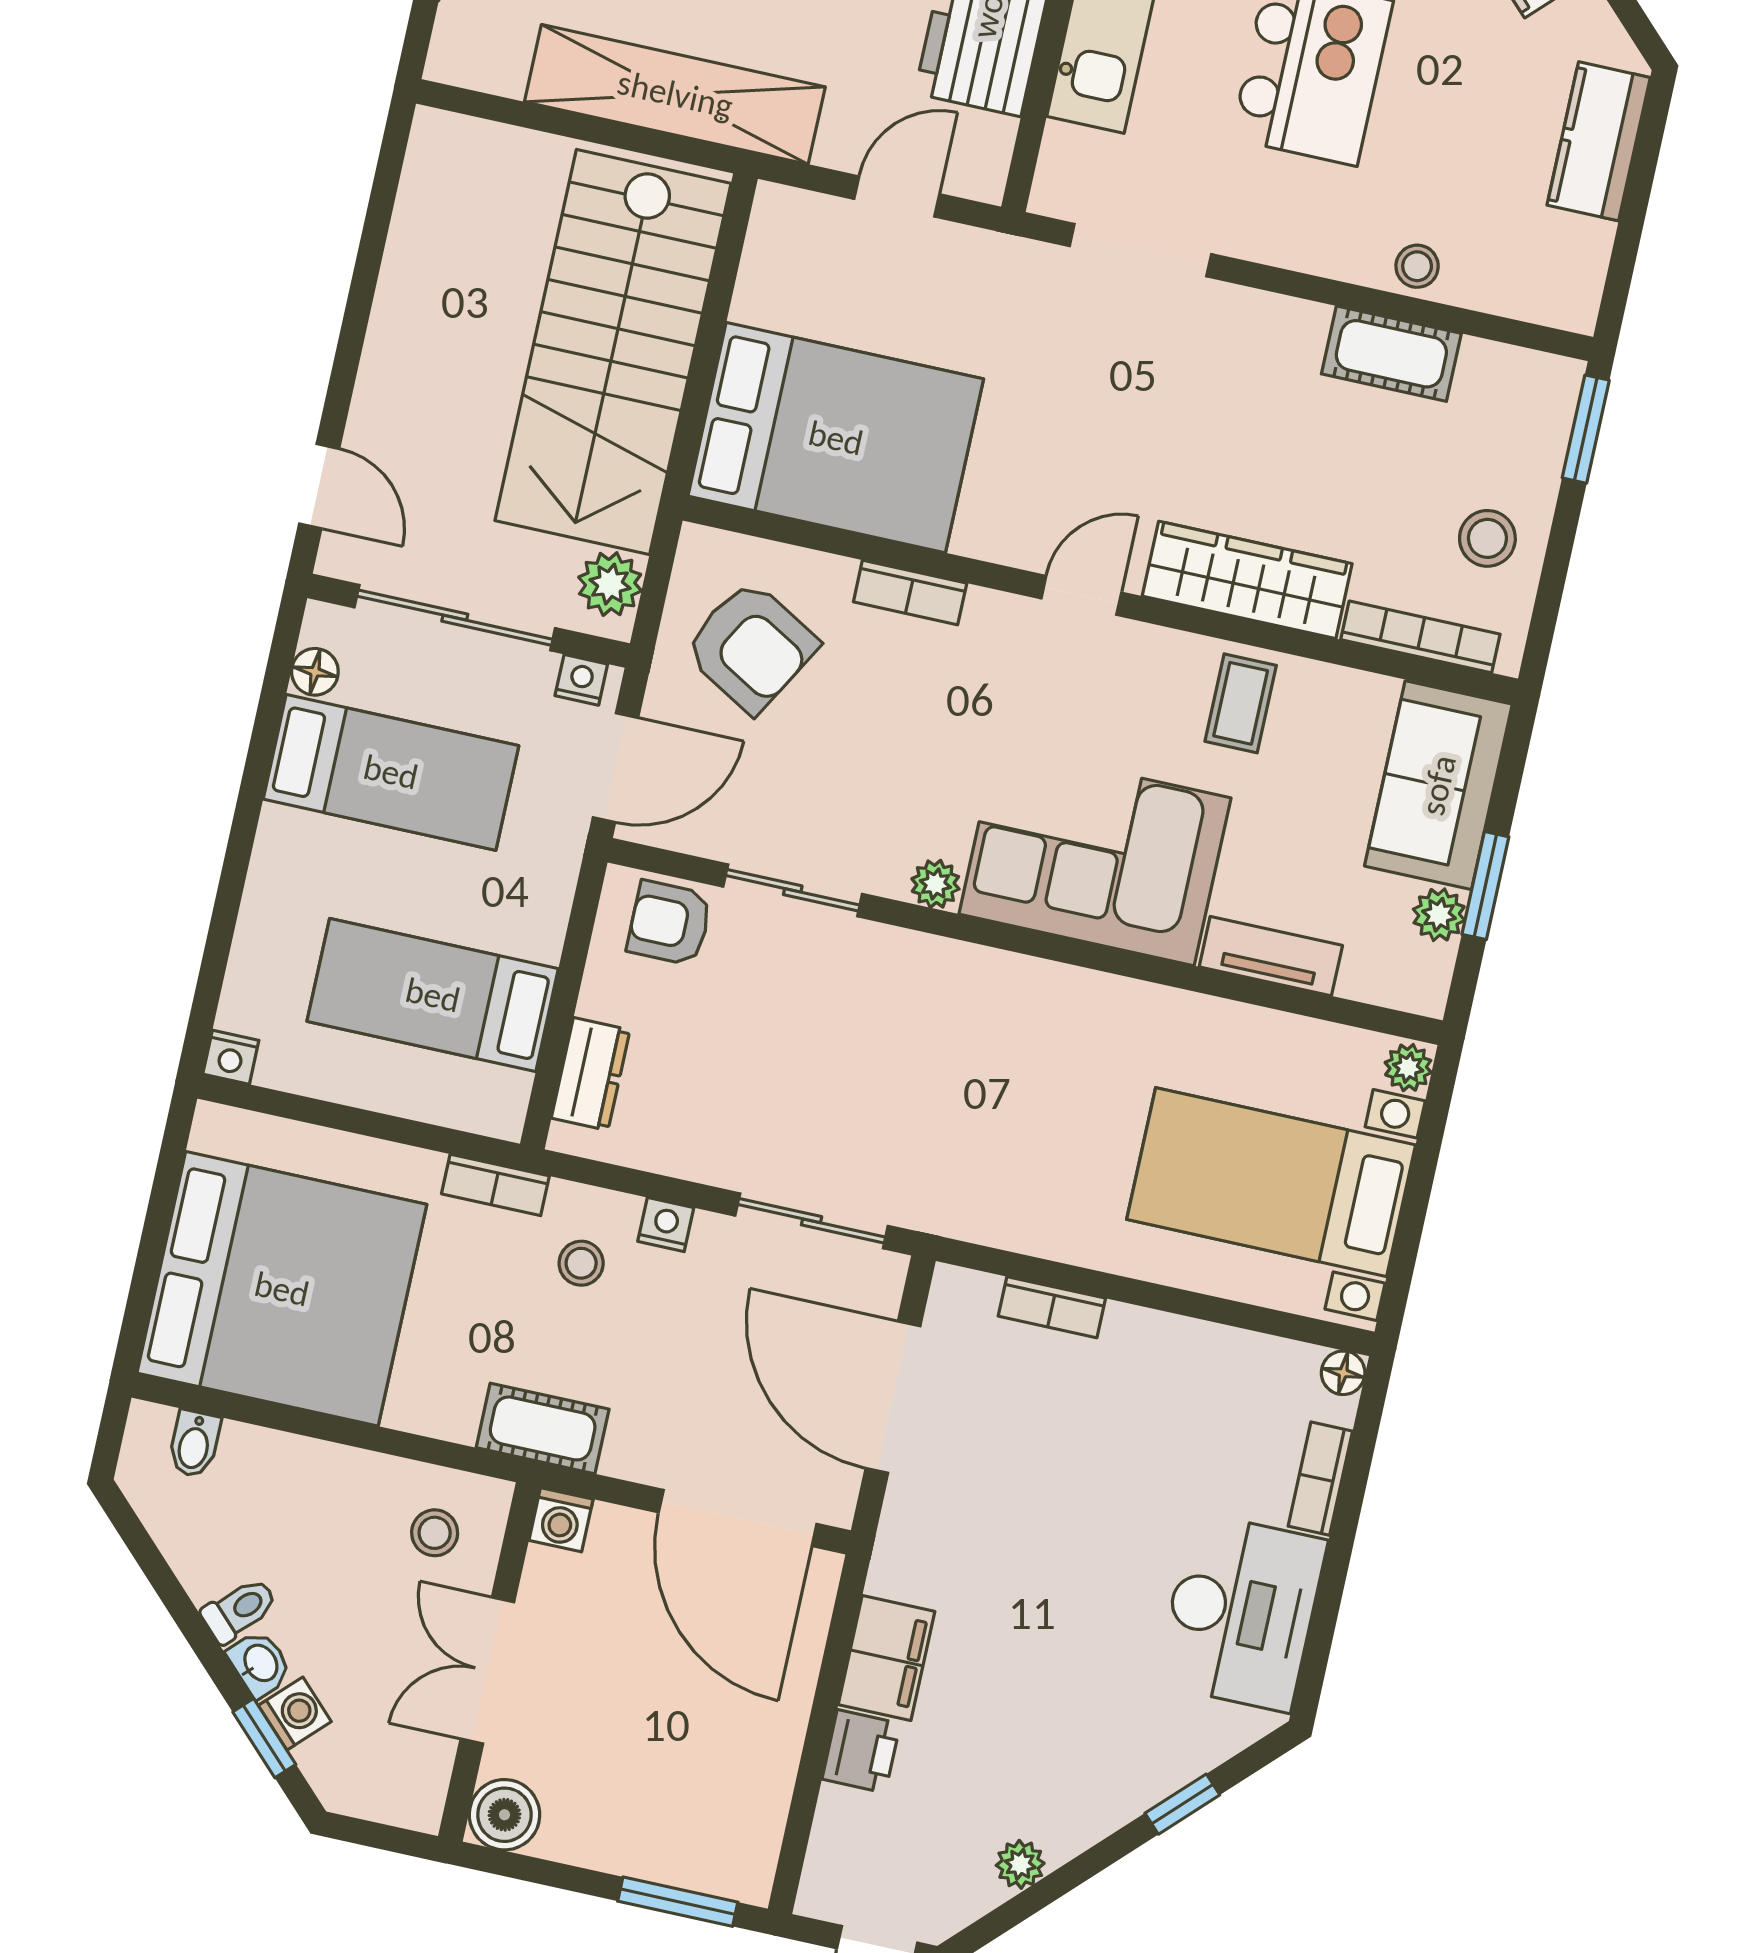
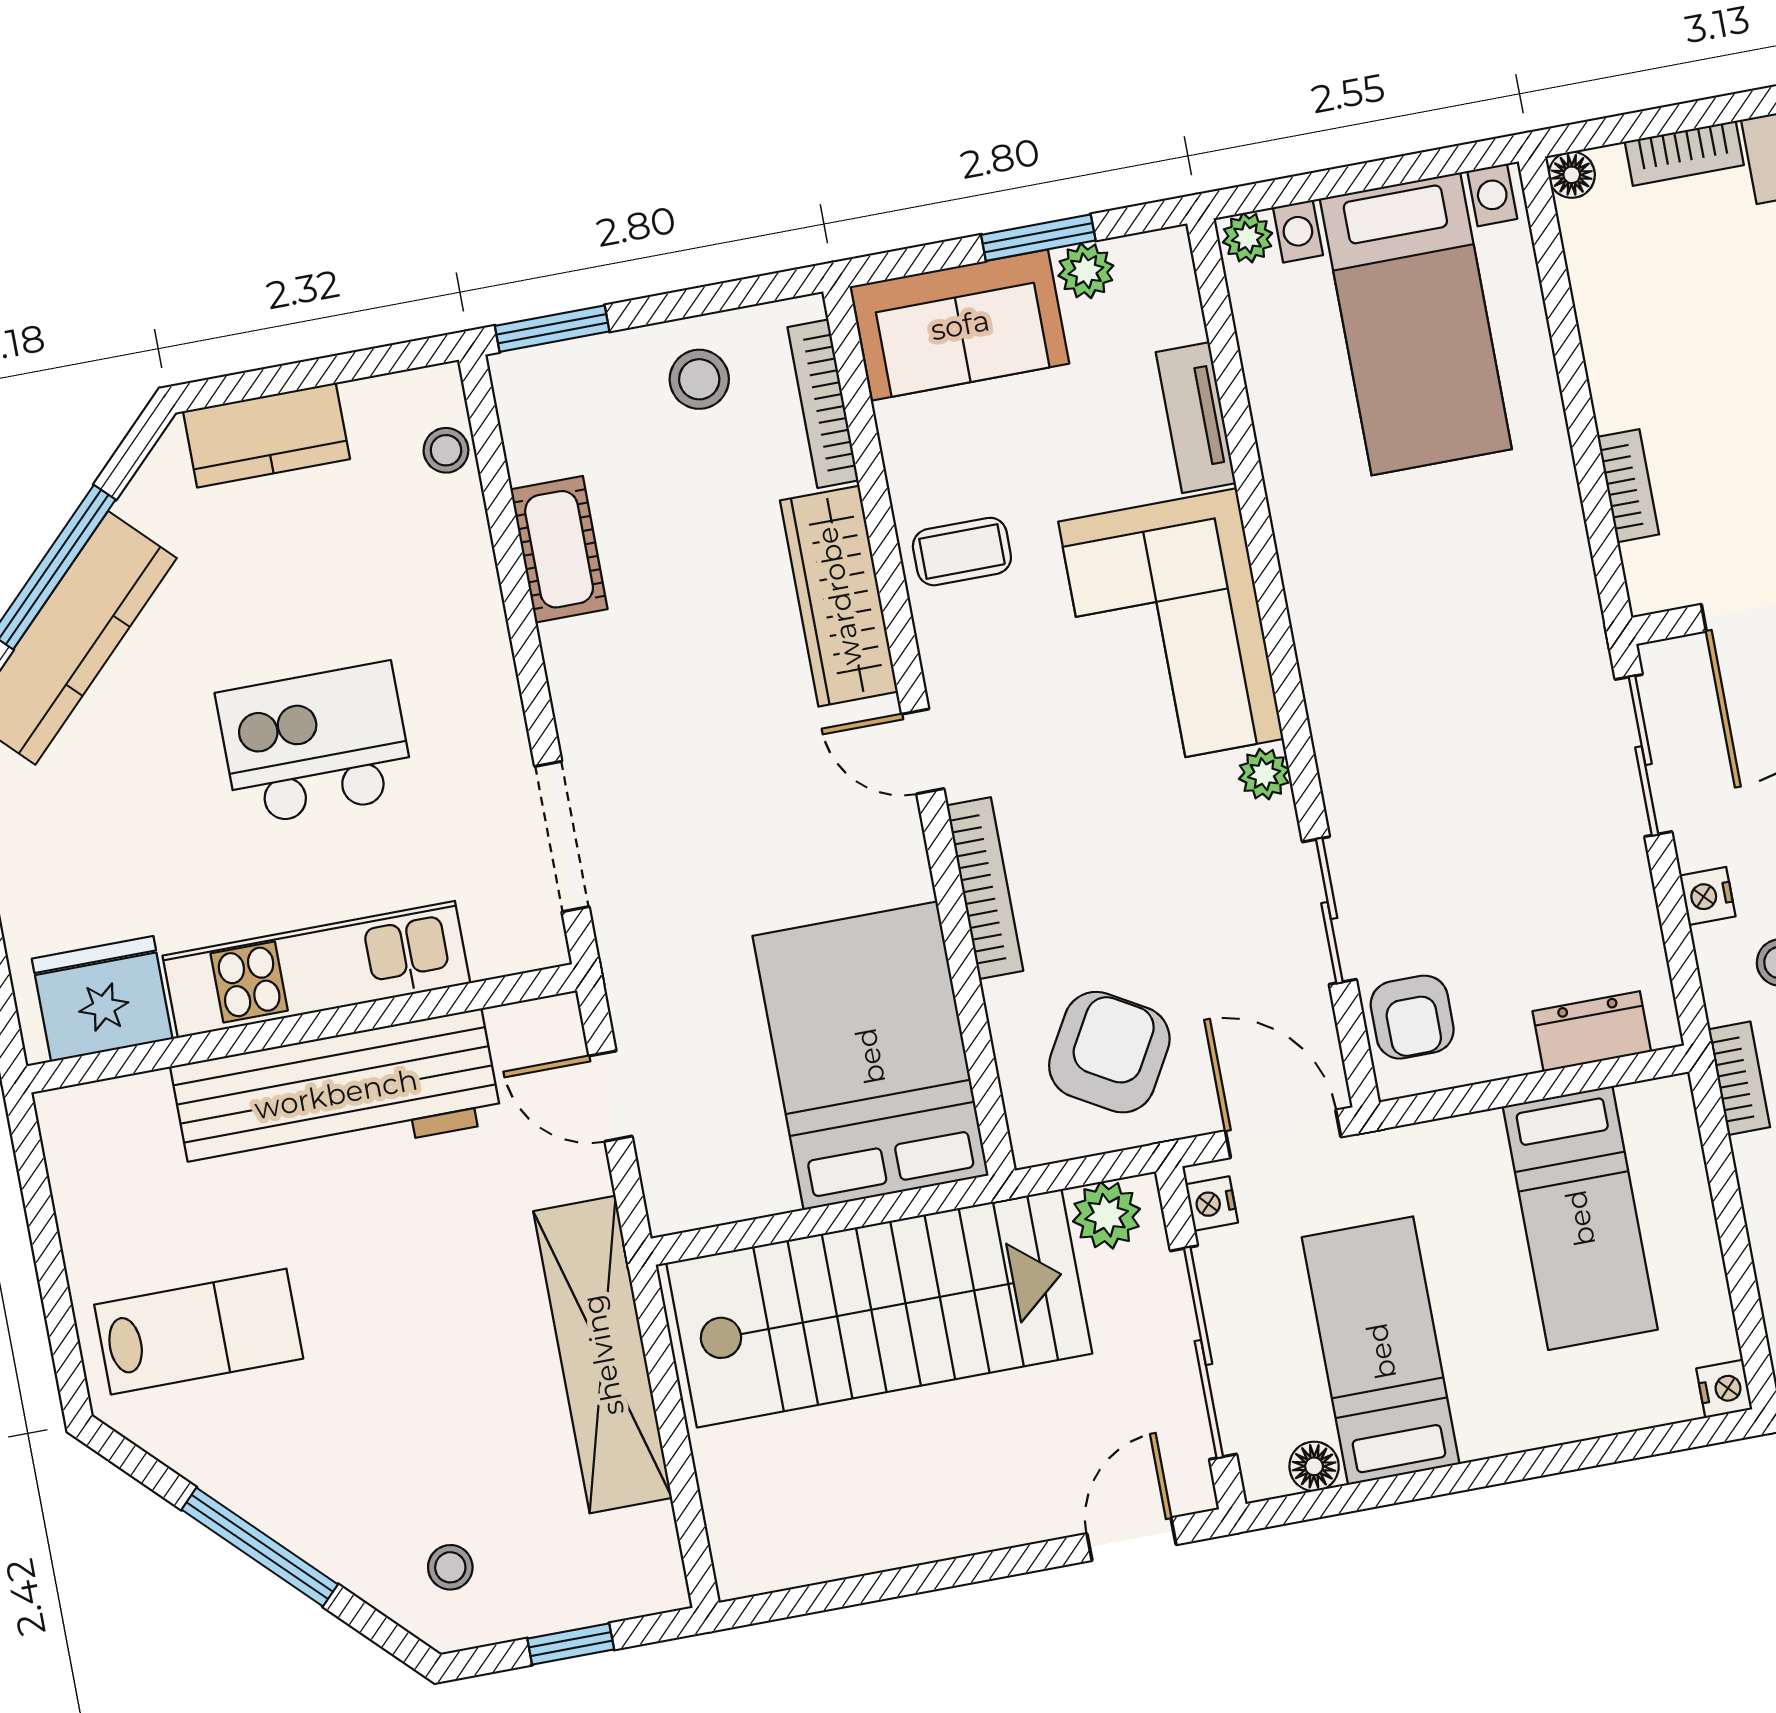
stool: (1417, 266) -> (446, 450), moved
bookcase: (910, 592) -> (985, 888), width x1.56

